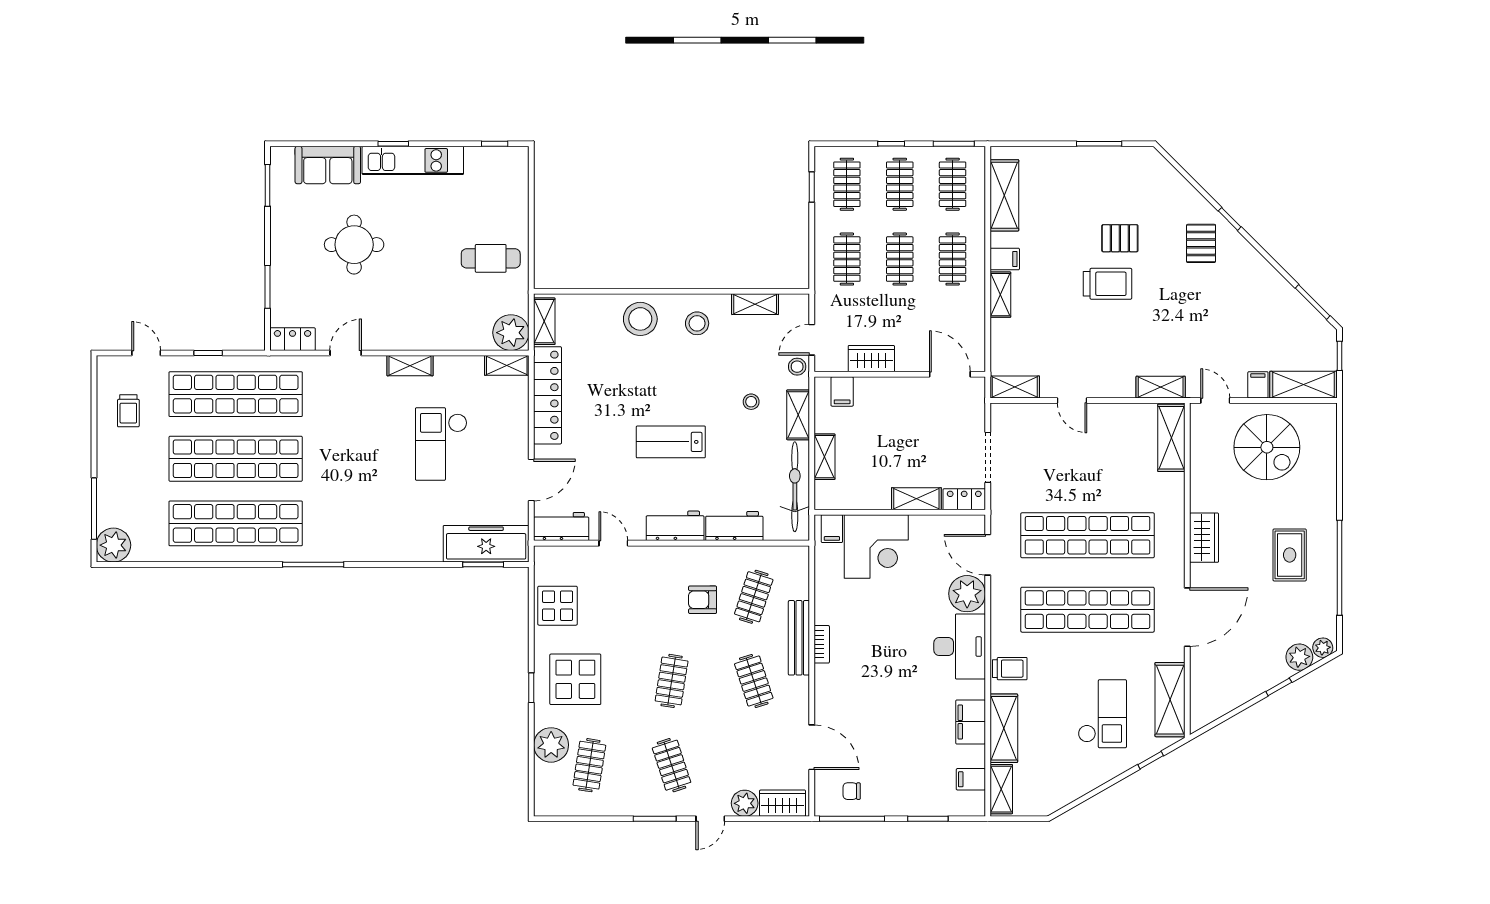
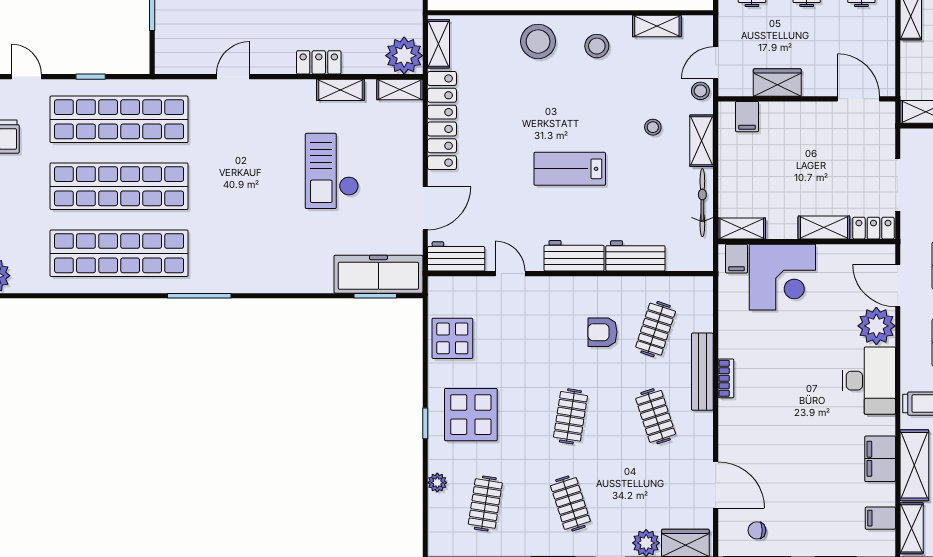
locker: (293, 339) -> (319, 62), moved
shelving: (410, 366) -> (340, 90), moved
shelving: (824, 457) -> (742, 228), moved, turned 90
bicycle: (795, 487) -> (702, 203), width x0.73, depth x0.71
plant: (551, 745) -> (437, 483), width x0.53, depth x0.53

